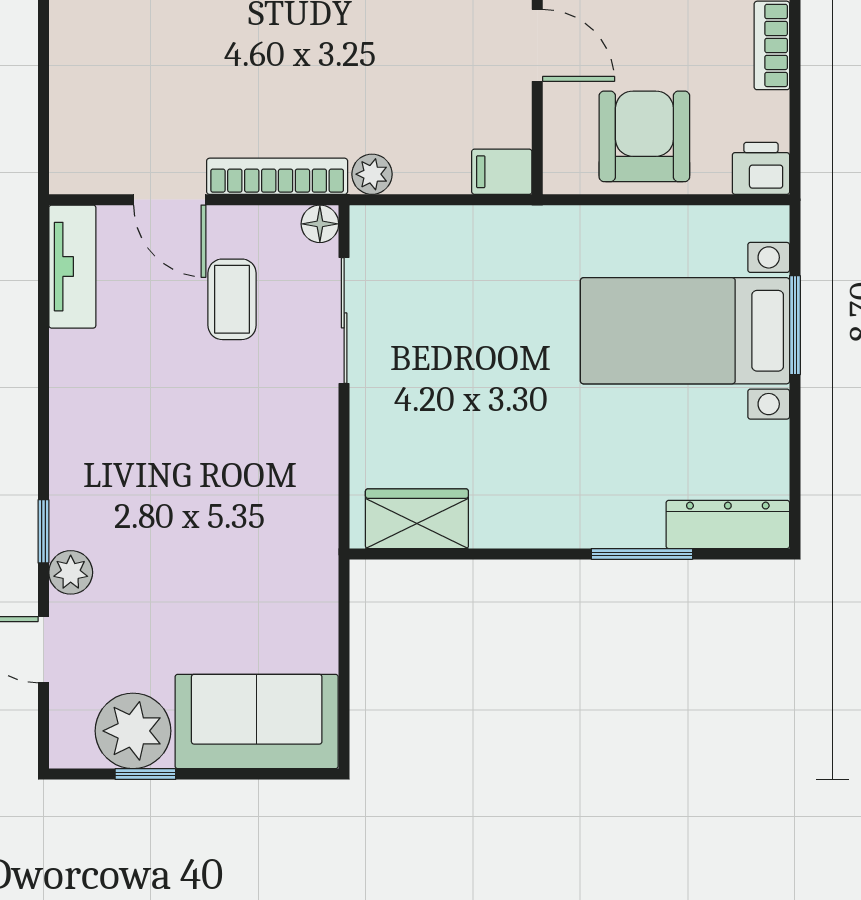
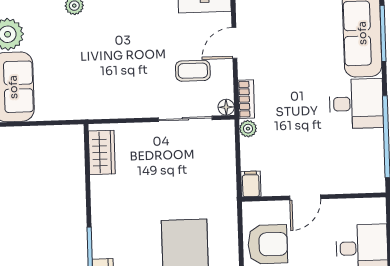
bookcase: (277, 176) -> (246, 99), width x0.64

